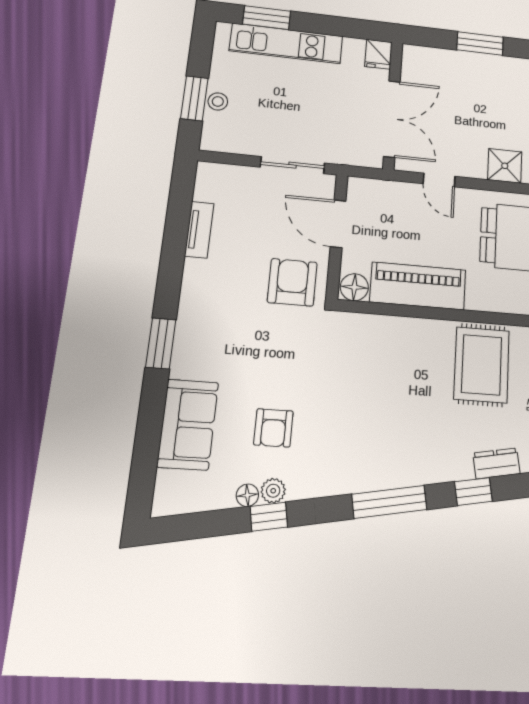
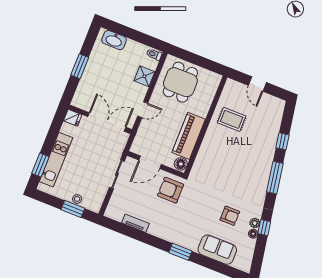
rug: (482, 365) -> (232, 119), width x0.73, depth x0.70
dresser: (496, 463) -> (275, 128), removed

